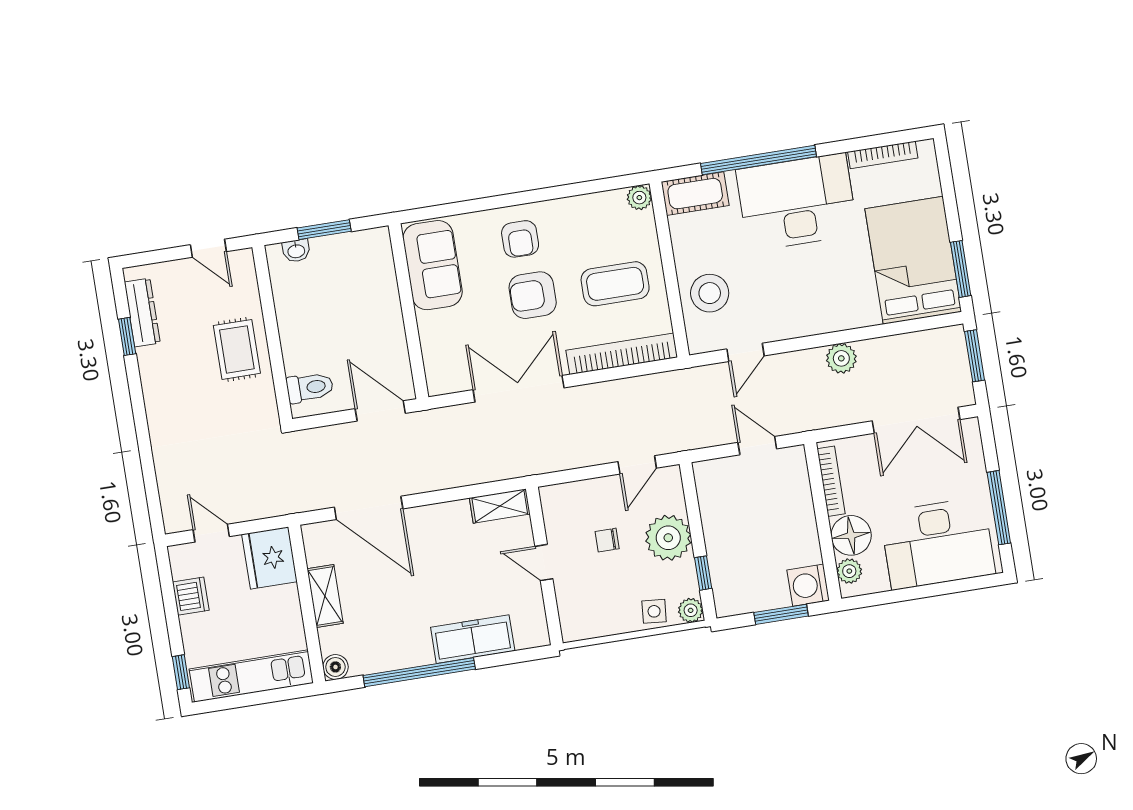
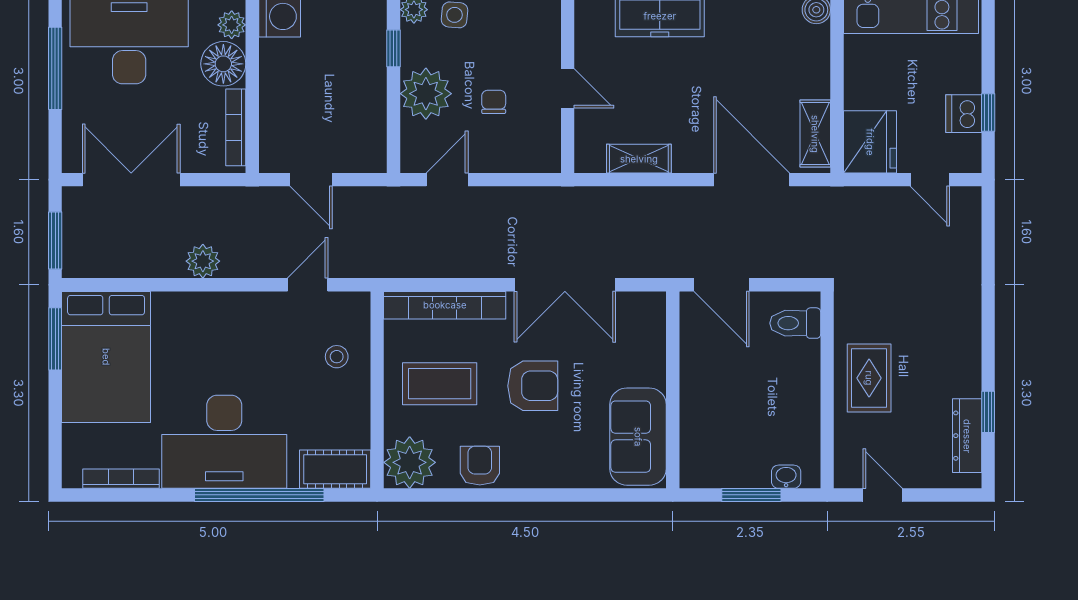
plant: (639, 198) -> (410, 462), width x1.88, depth x1.88
armchair: (520, 239) -> (480, 466), moved
stool: (710, 293) -> (337, 357), width x0.53, depth x0.53
shelving: (500, 506) -> (639, 159), moved
chair: (607, 540) -> (494, 102), turned -90
shelving: (325, 596) -> (815, 134), moved
window: (181, 672) -> (988, 113), moved

